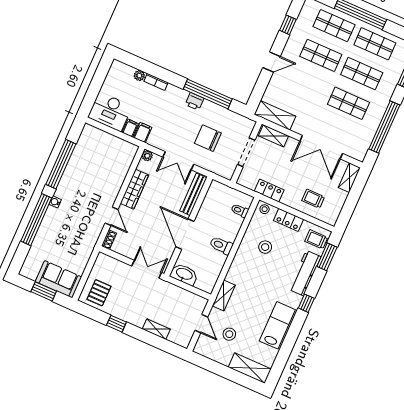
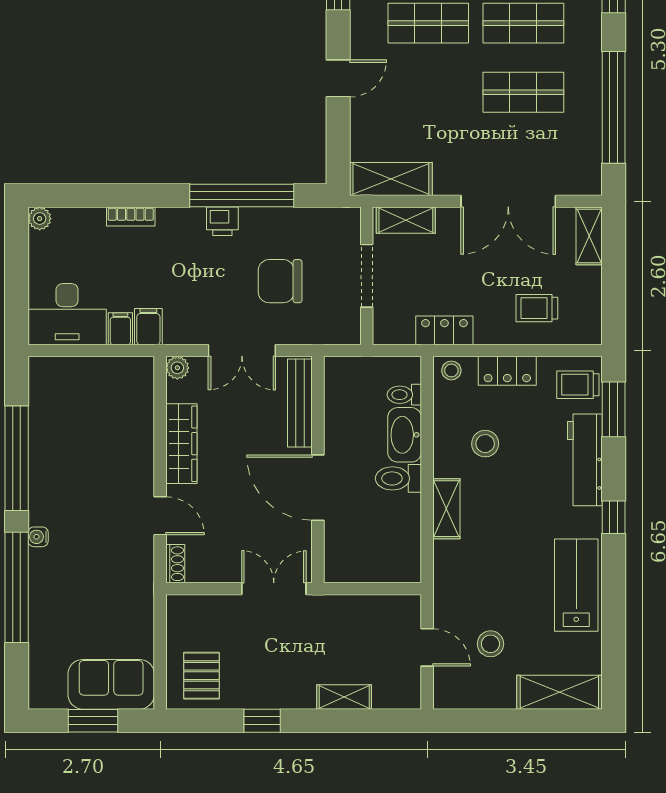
plant: (139, 76) -> (40, 219), moved
washbasin: (184, 274) -> (405, 435), moved, turned -90
shelving: (224, 296) -> (446, 509), moved

